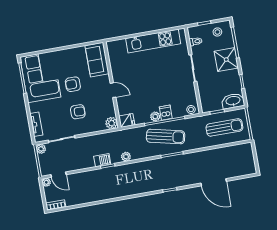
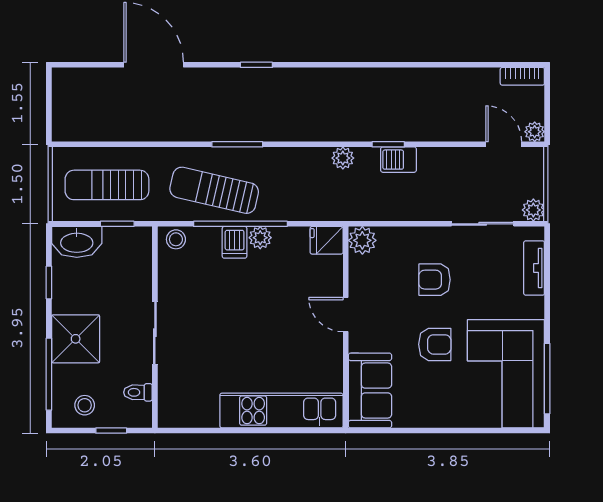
kitchen unit: (153, 41) -> (281, 411), moved
sun lounger: (166, 137) -> (214, 190), moved

